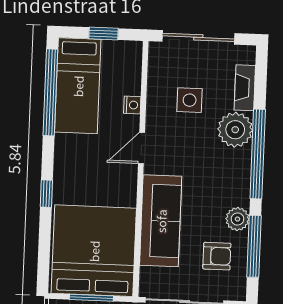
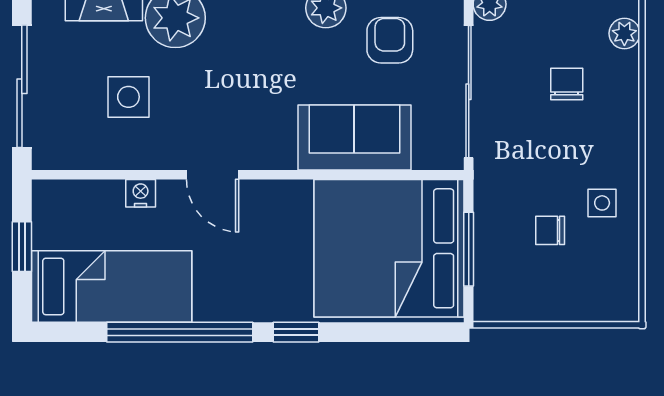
window: (50, 92) -> (180, 332), moved
sofa: (161, 221) -> (354, 137), width x0.73

